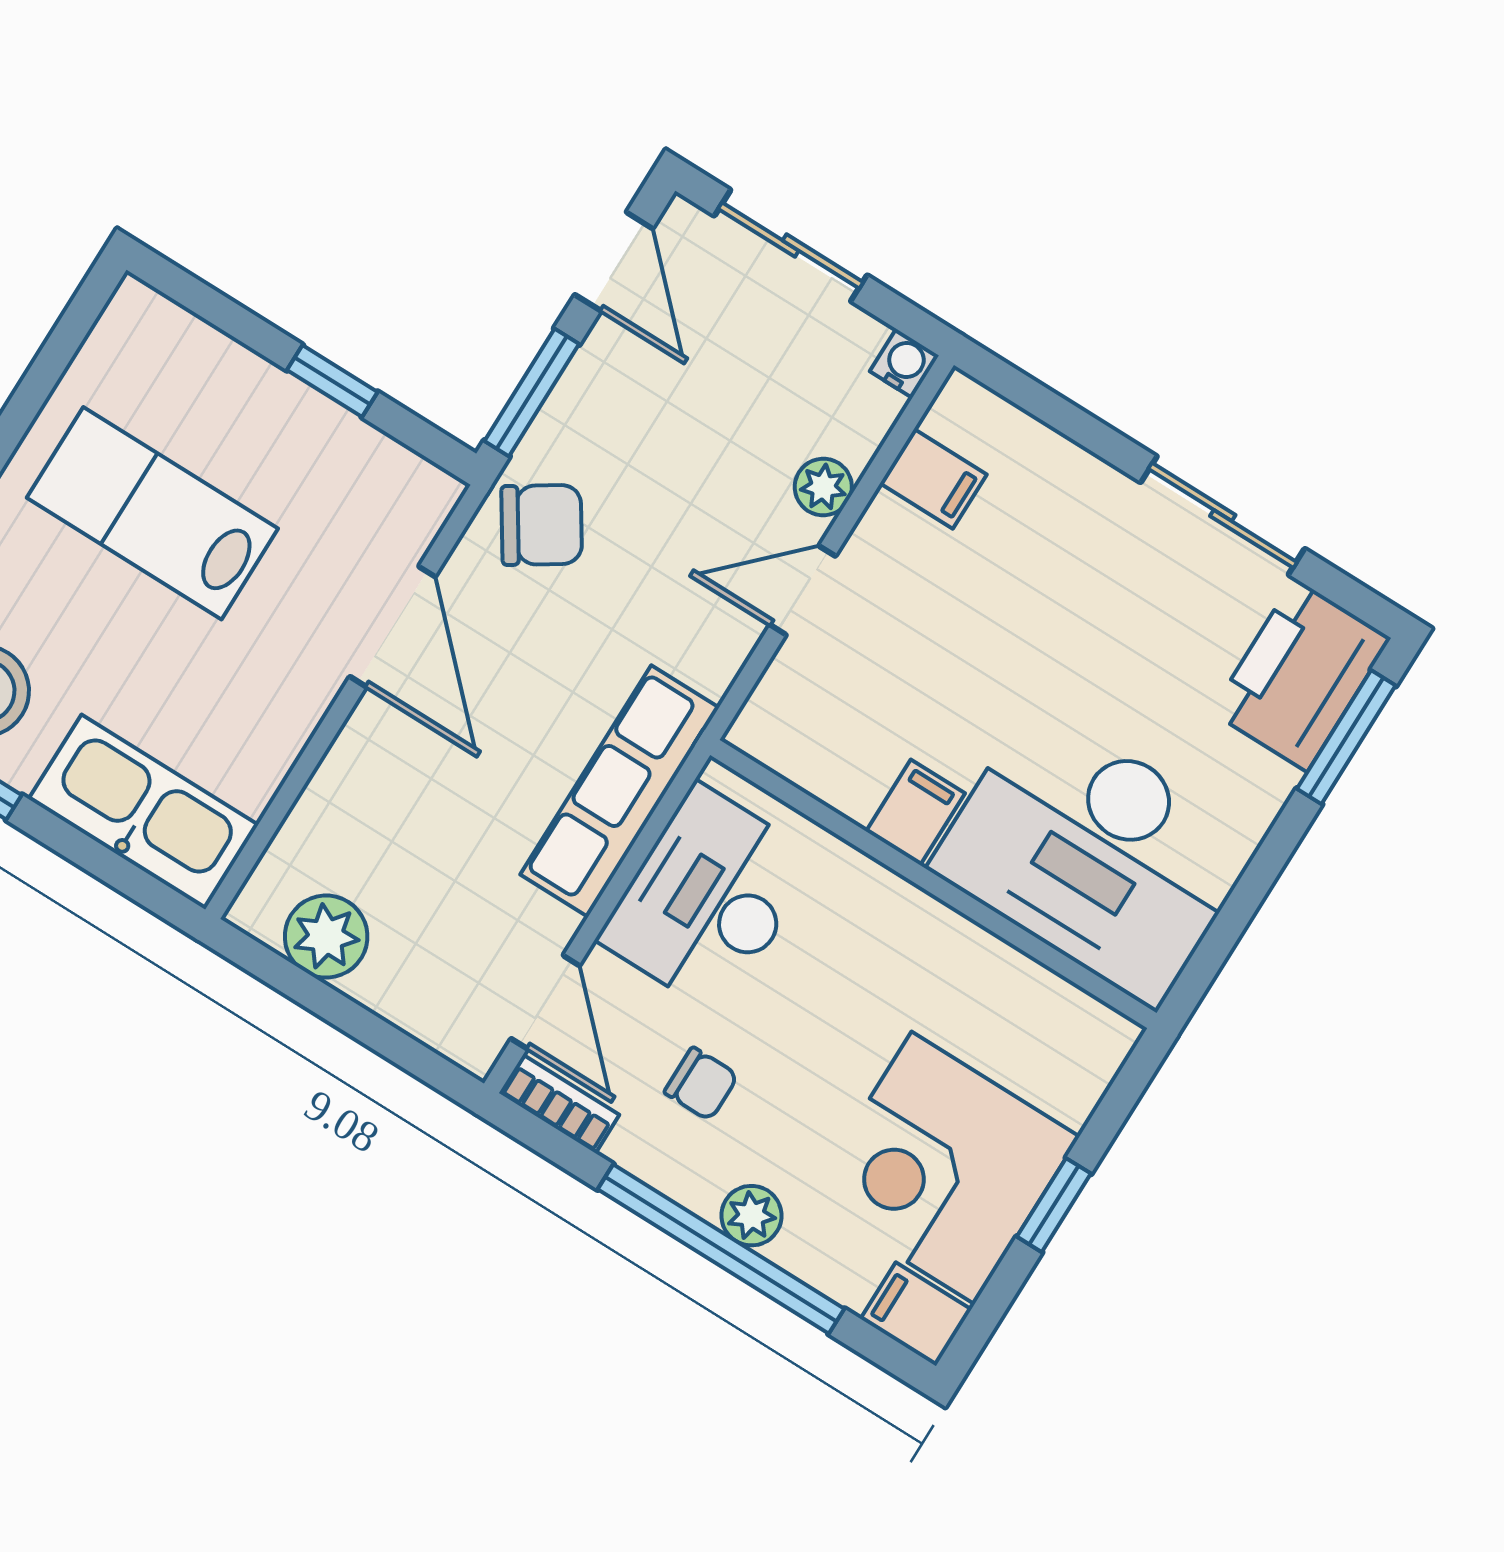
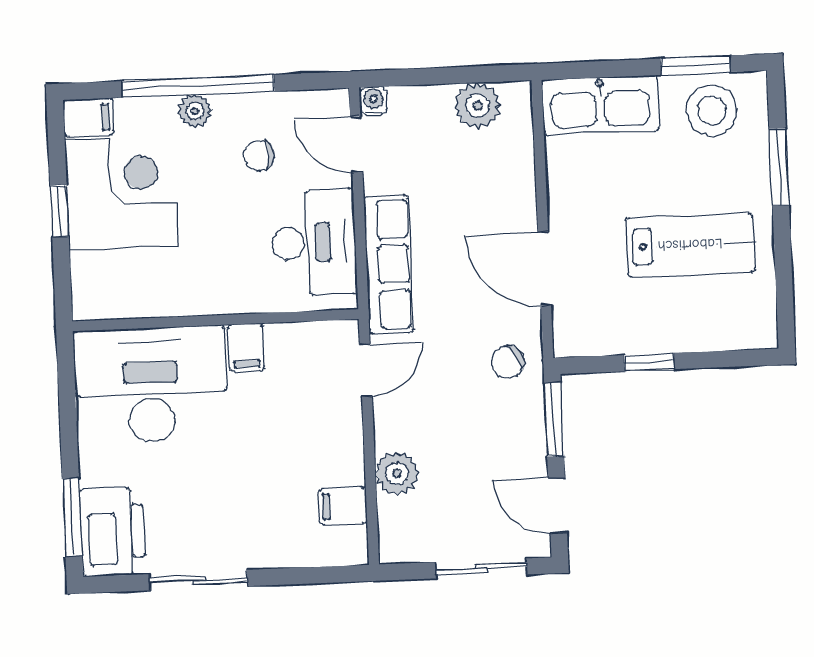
water cooler: (904, 363) -> (374, 101), moved, turned 180
plant: (823, 487) -> (397, 473), width x1.38, depth x1.38
chair: (542, 525) -> (508, 362), width x0.73, depth x0.73
door: (803, 590) -> (366, 370), moved
bookcase: (559, 1104) -> (318, 102), removed

